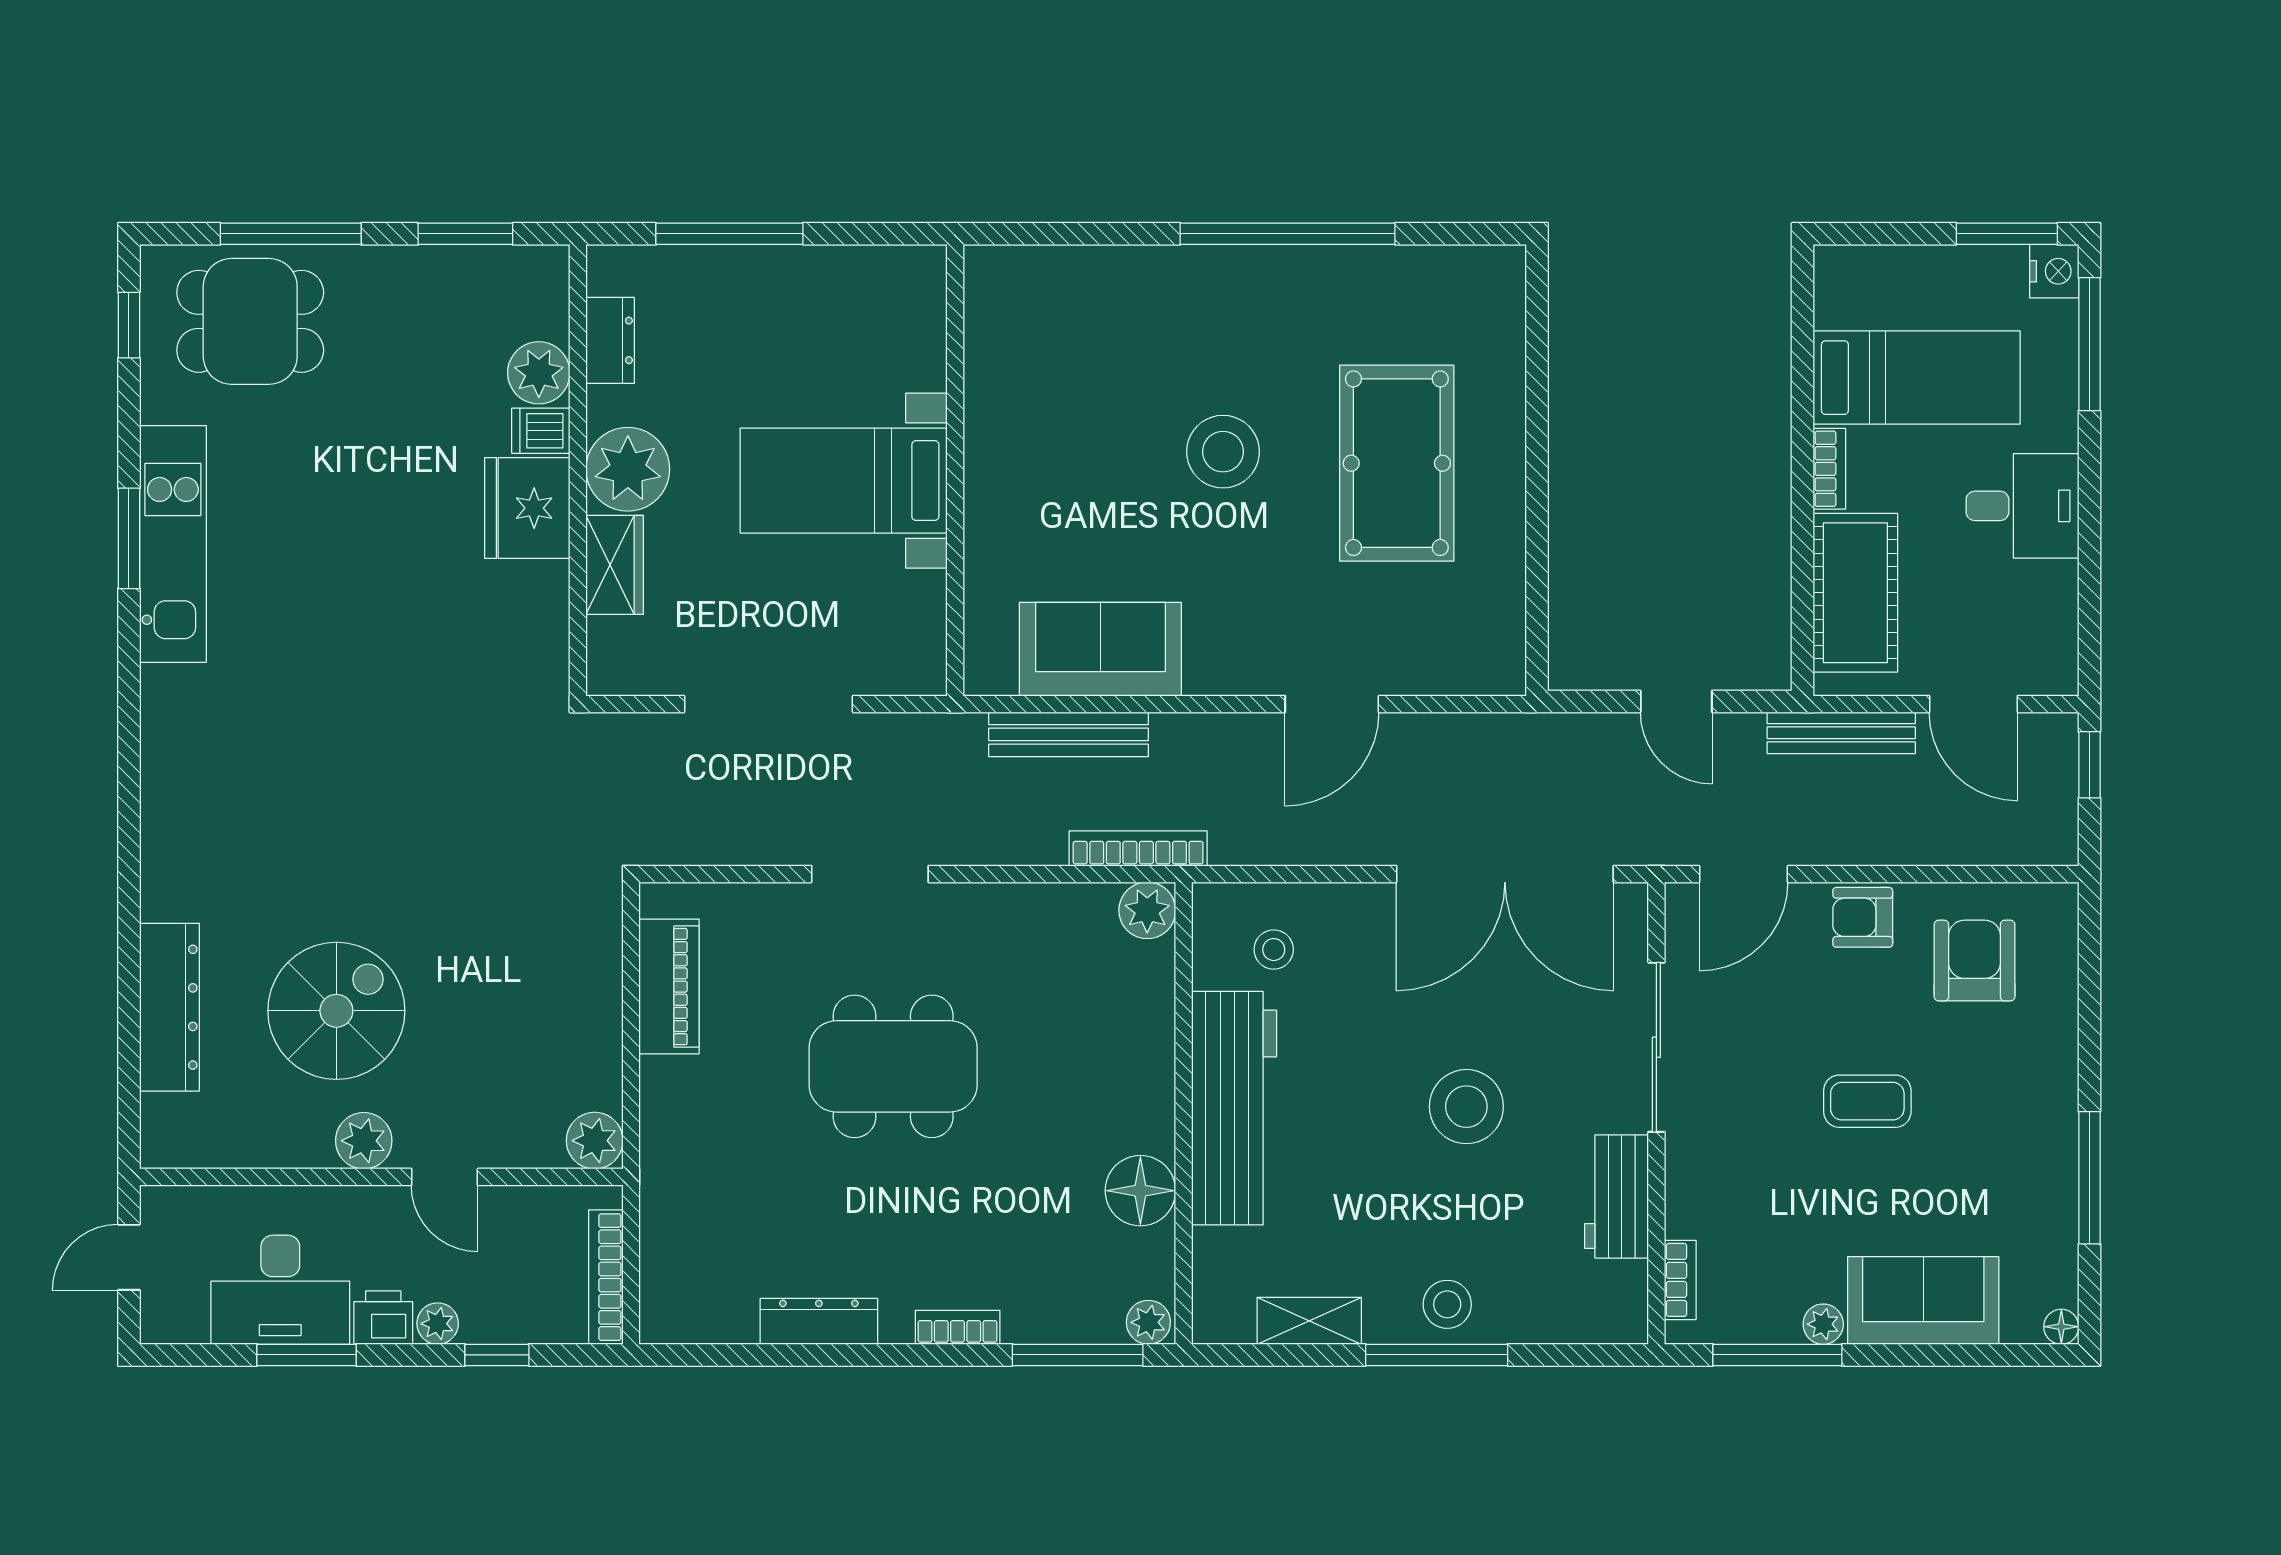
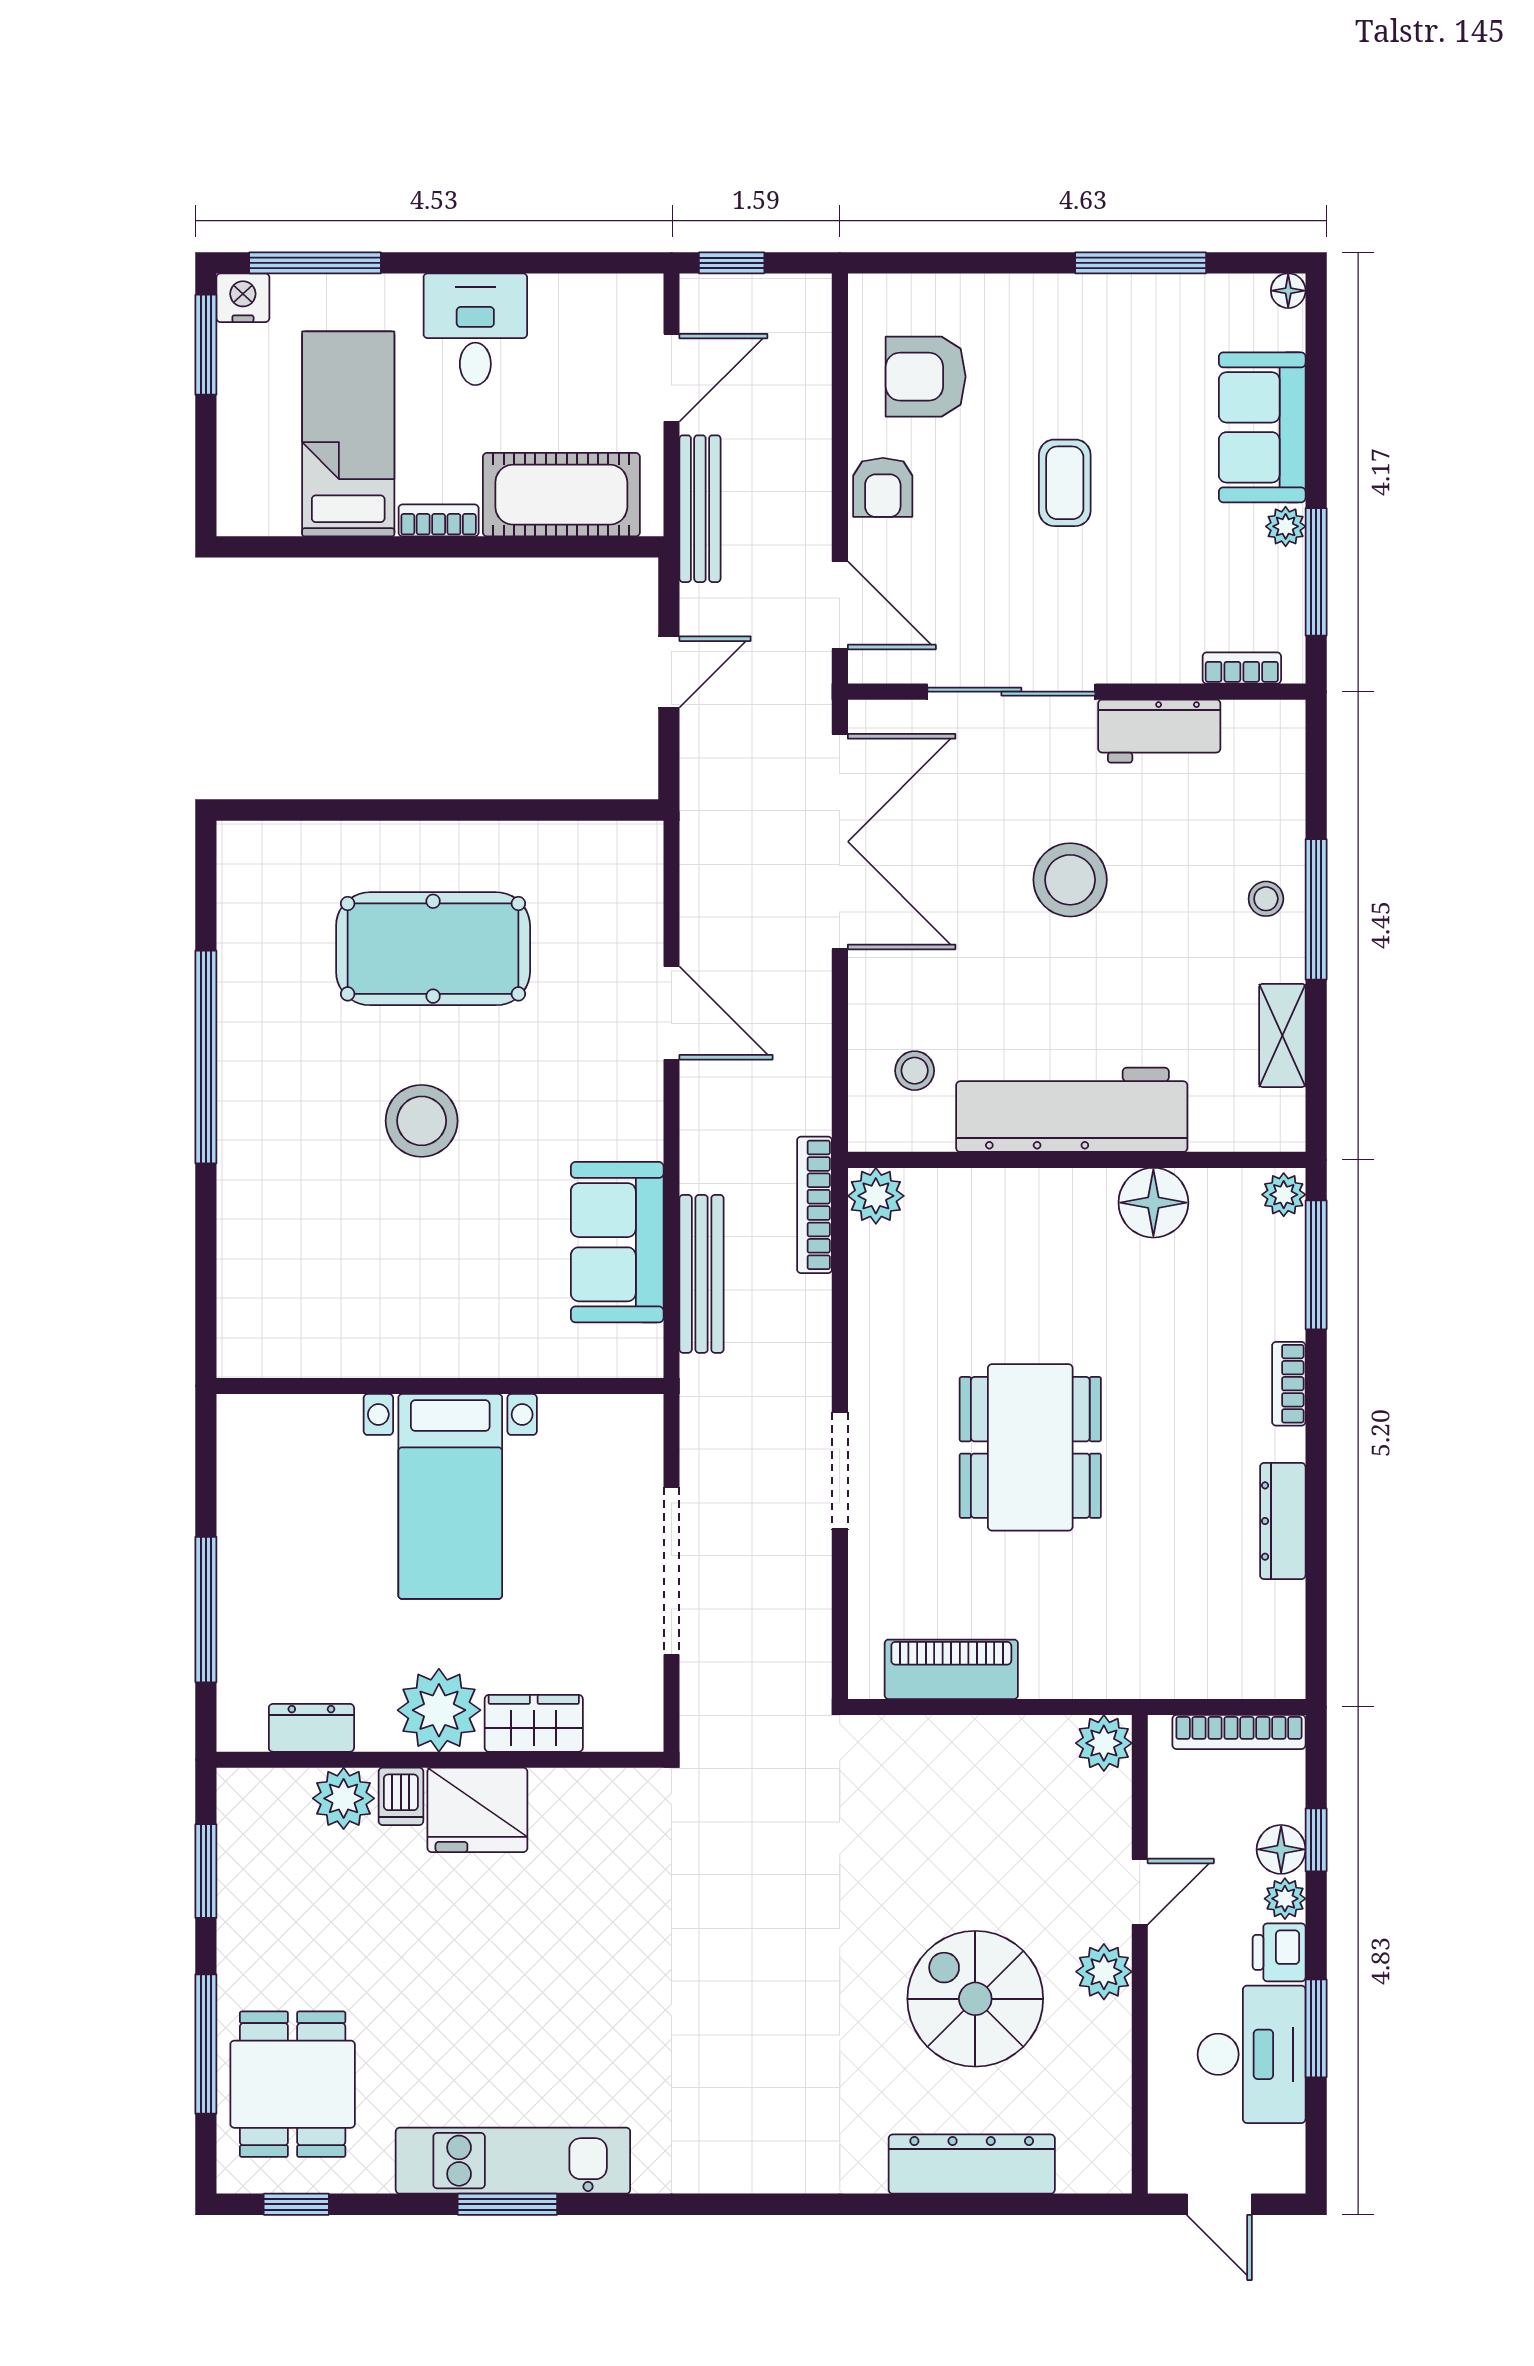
stool: (1447, 1304) -> (1266, 899), width x0.73, depth x0.73
floor lamp: (487, 1320) -> (1281, 1849), added

